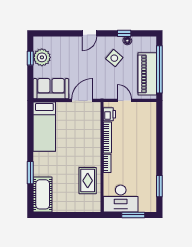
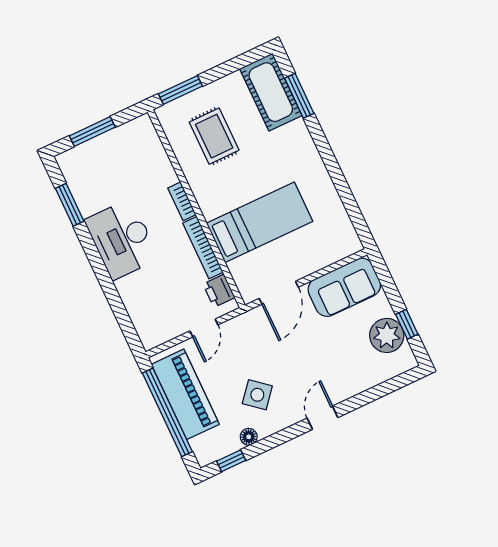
window: (124, 33) -> (231, 461), moved
door: (124, 100) -> (204, 328), hinge flipped
bed: (44, 127) -> (260, 222), moved, turned 90
window: (30, 173) -> (299, 96), moved
rug: (88, 181) -> (214, 136), moved
desk: (121, 198) -> (122, 239), moved, turned -90
window: (84, 215) -> (180, 90), added

